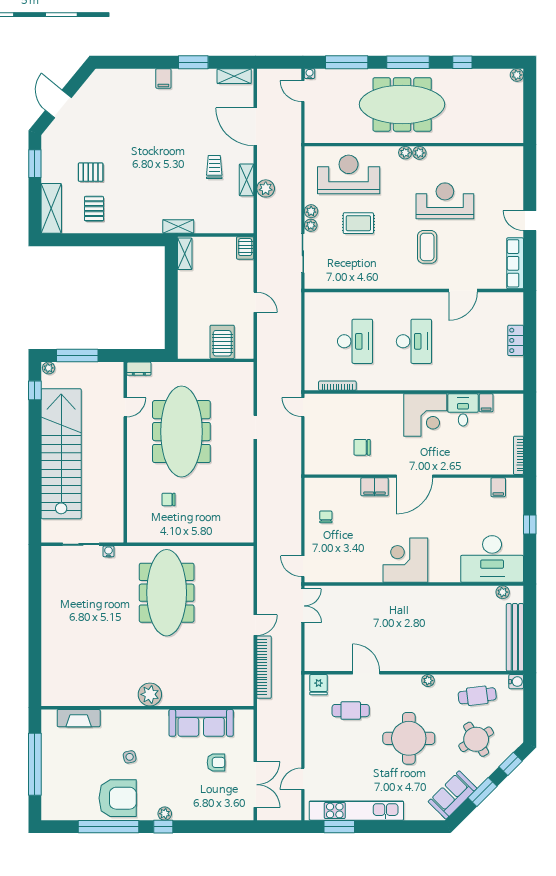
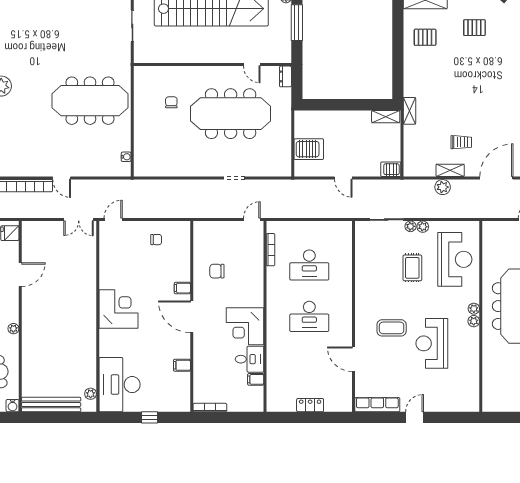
pallet: (91, 172) -> (474, 28), moved, turned 90
reception desk: (445, 201) -> (432, 343), turned 180
door: (255, 302) -> (343, 178), hinge flipped
chair: (362, 447) -> (217, 271), turned -90
filing cabinet: (375, 487) -> (182, 288), width x0.50
filing cabinet: (498, 487) -> (182, 365), moved
water cooler: (108, 551) -> (126, 157), moved

